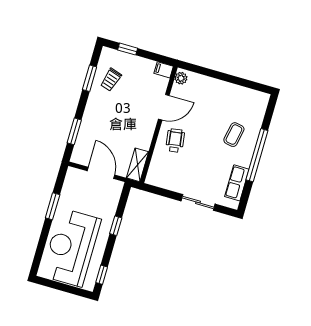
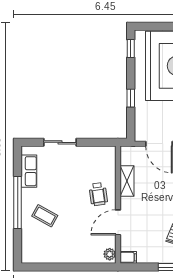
coffee table: (234, 135) -> (45, 216), turned -72
shelving: (137, 165) -> (127, 181), moved

